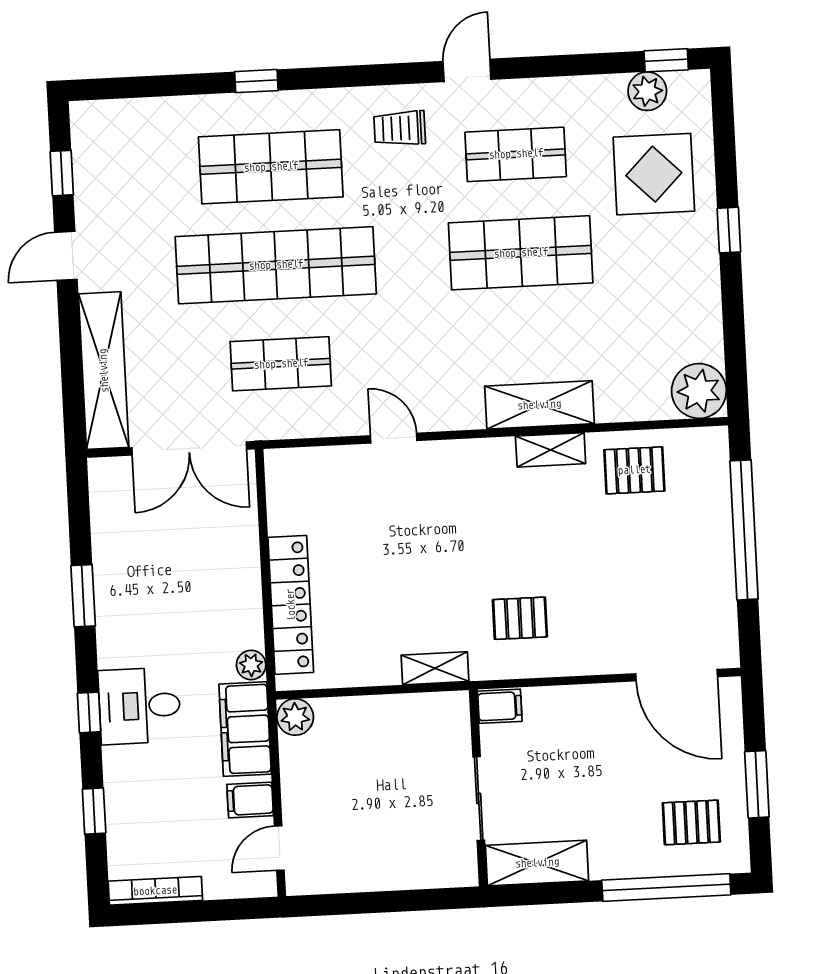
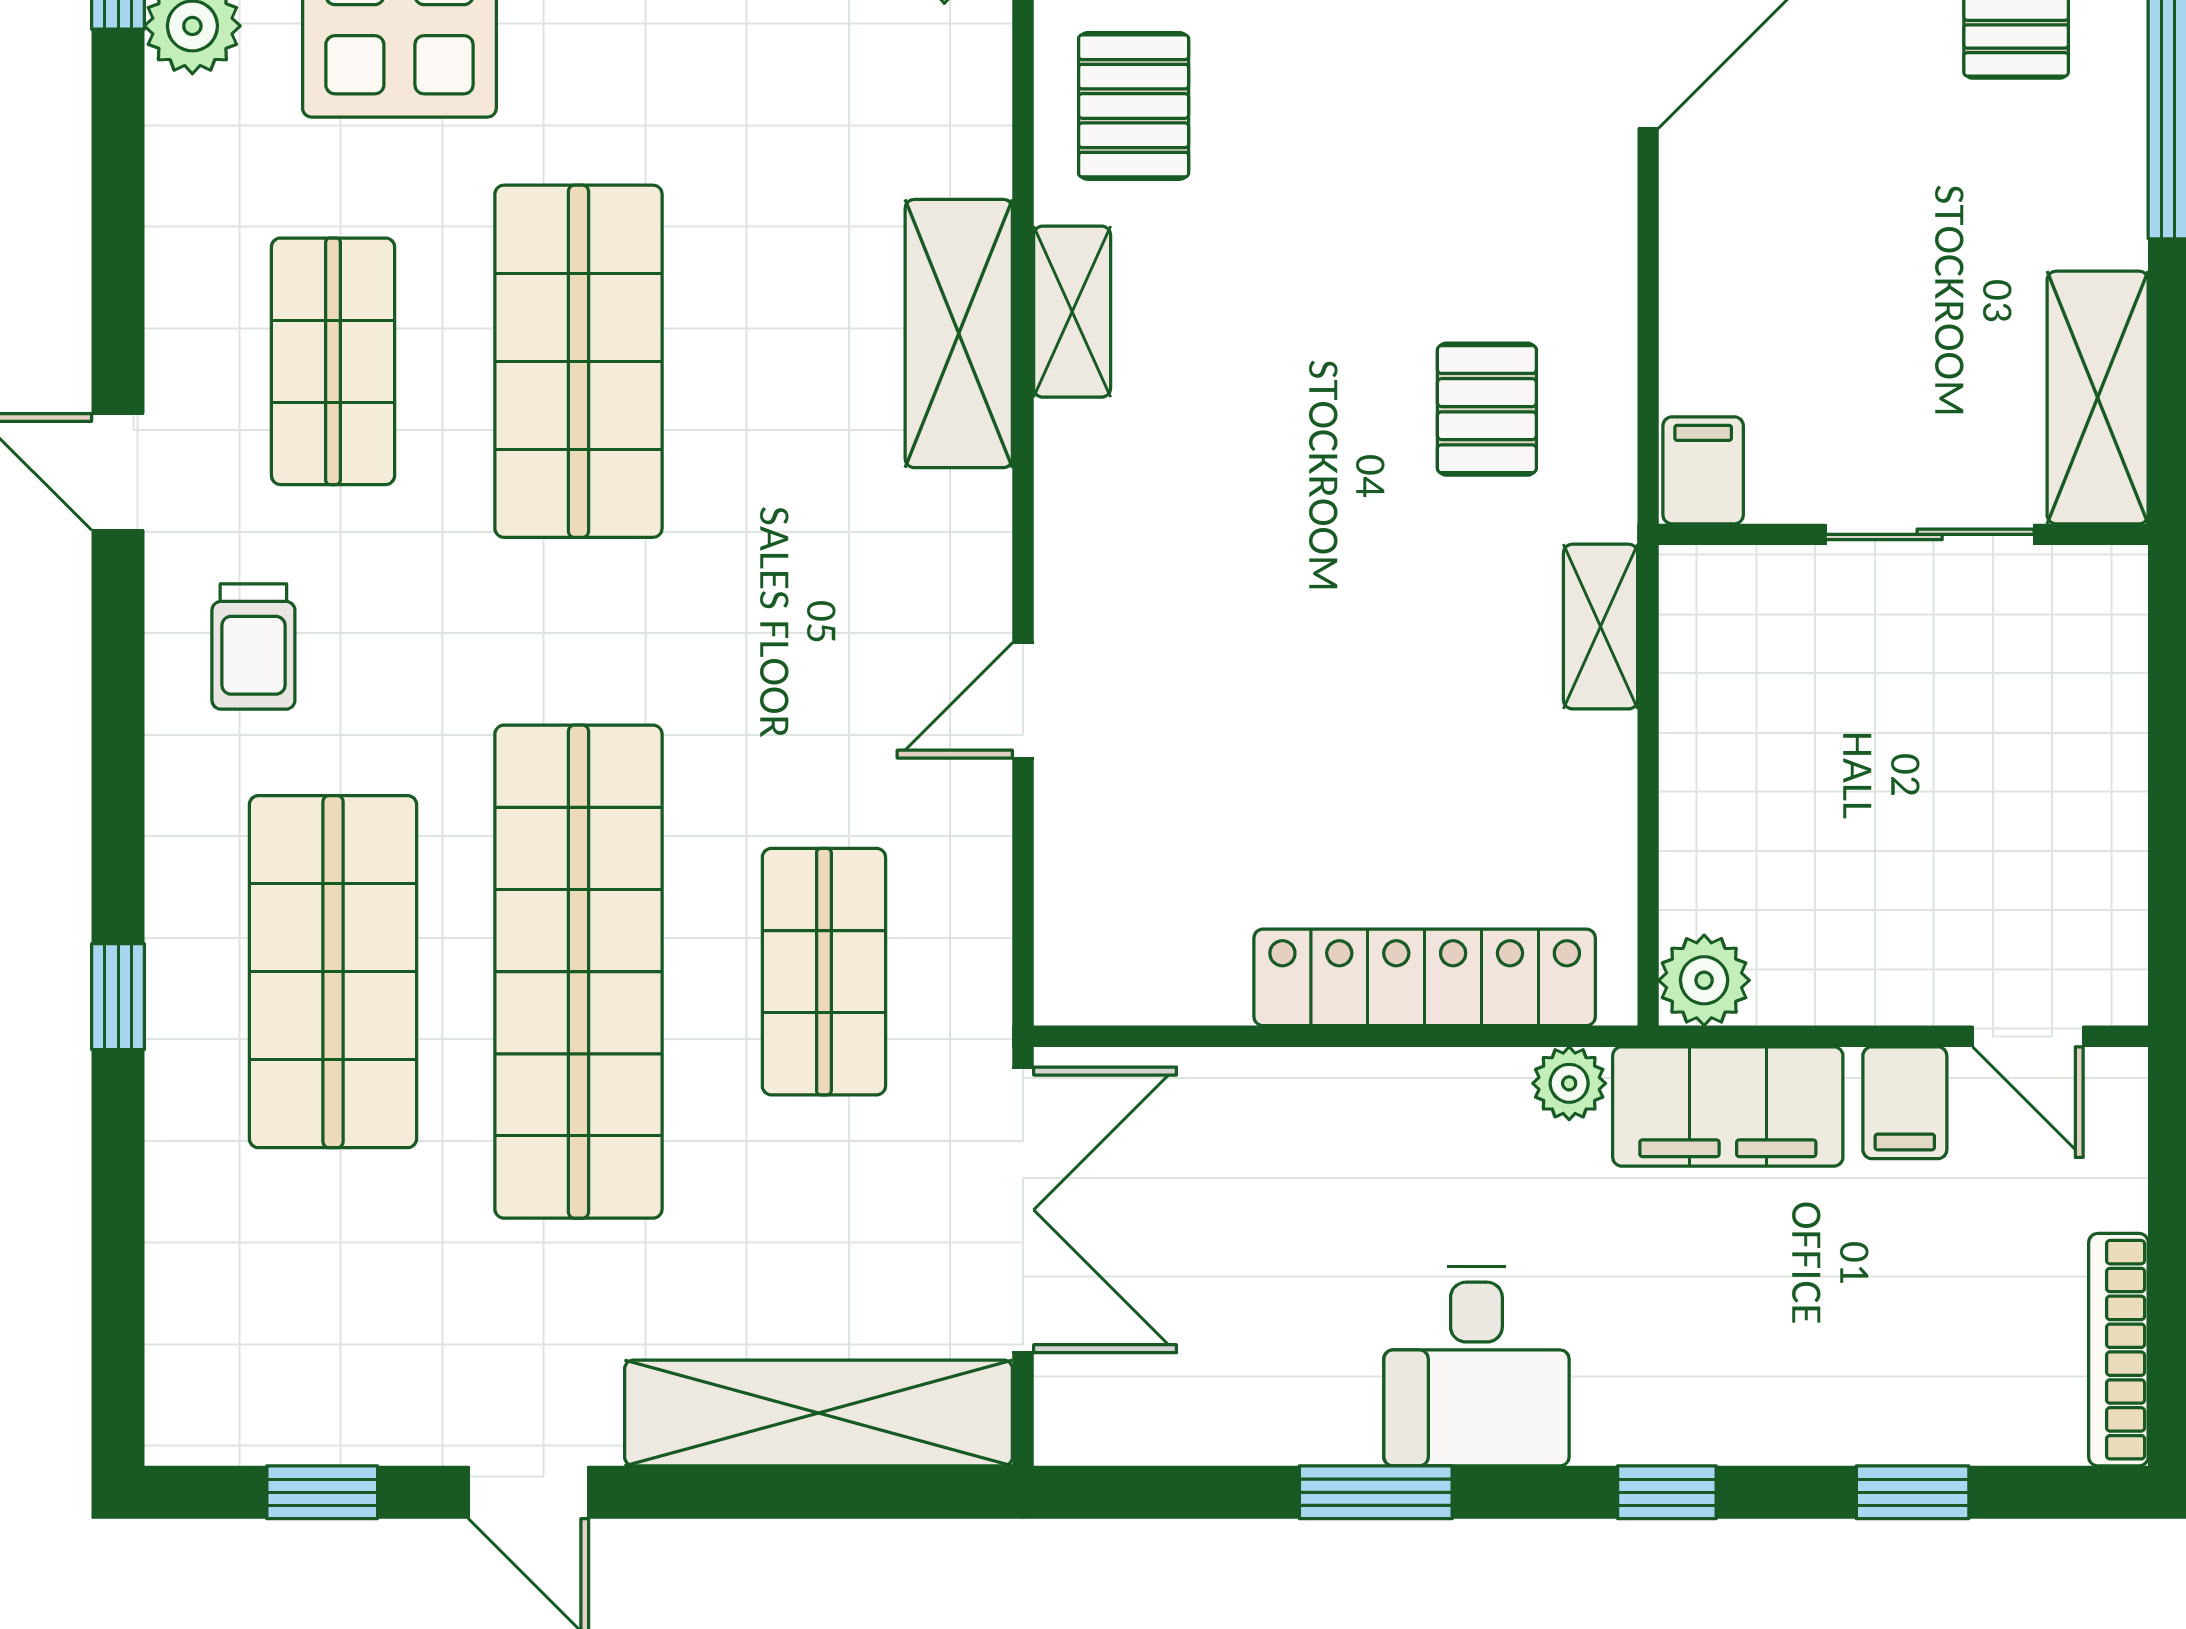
desk: (140, 706) -> (1476, 1366), moved

